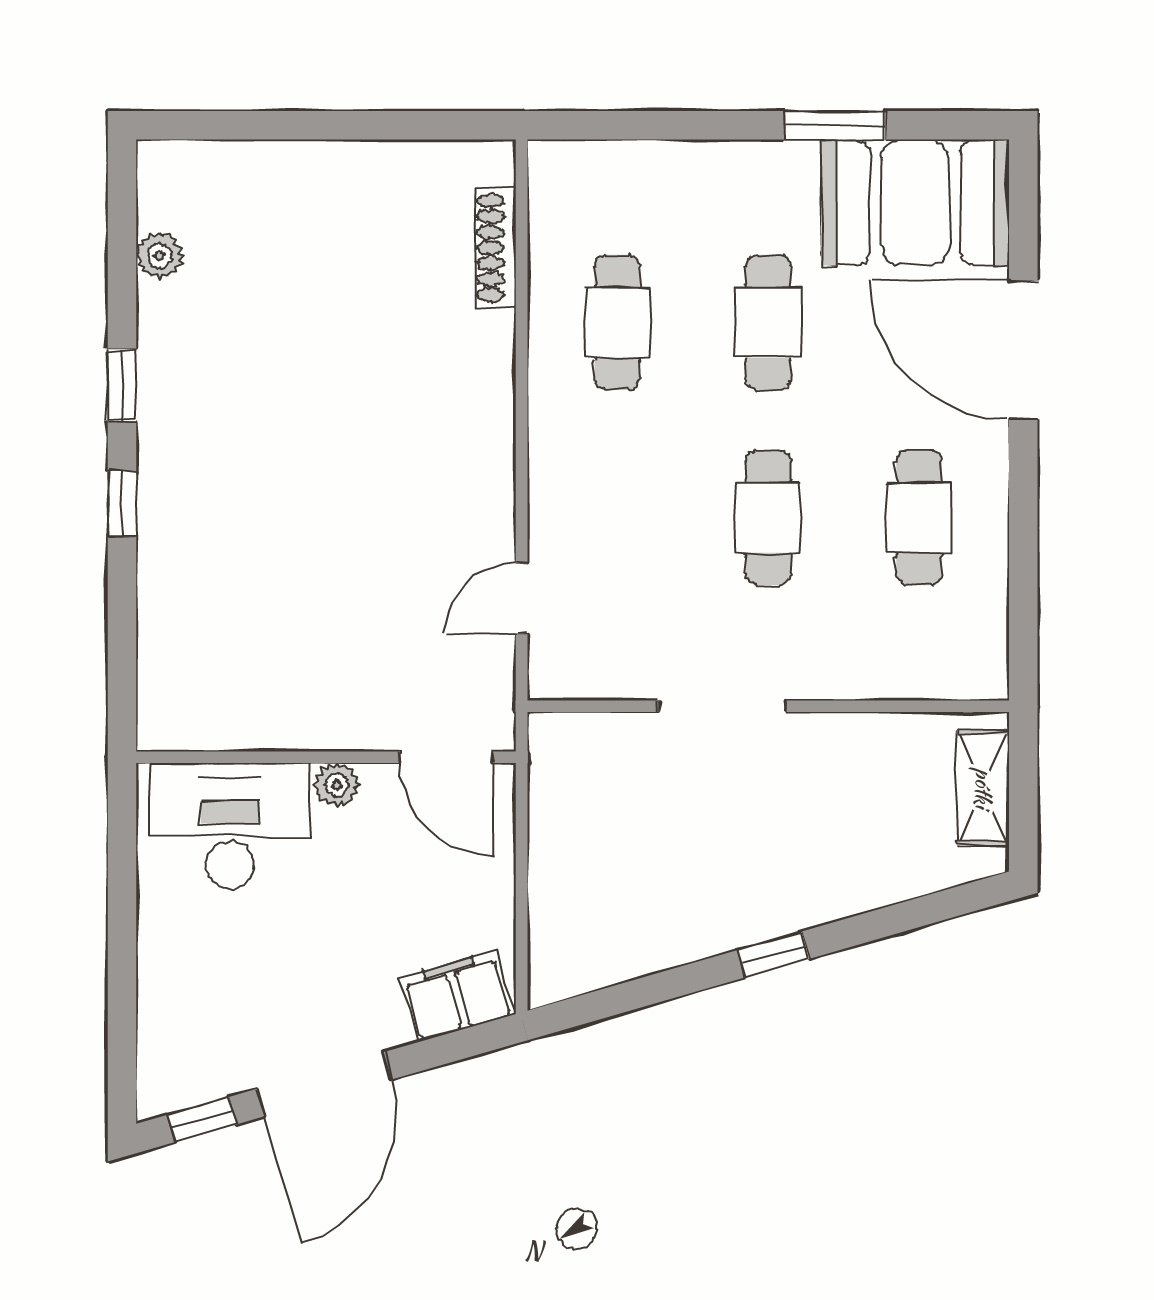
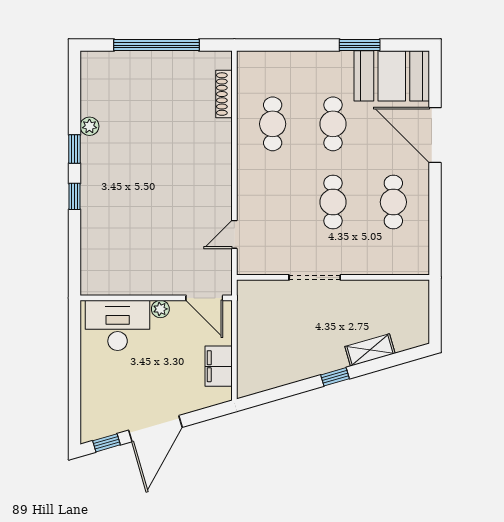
window: (327, 125) -> (156, 45), added
plant: (160, 256) -> (89, 126), moved
shelving: (983, 788) -> (370, 350), moved, turned 74
filing cabinet: (457, 996) -> (219, 366), moved, turned -74

